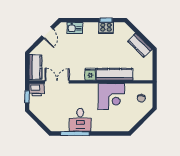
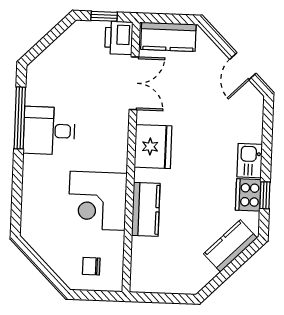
kitchen sink: (75, 28) -> (250, 161), moved
door: (47, 33) -> (243, 66), hinge flipped
kitchen counter: (140, 45) -> (230, 246), moved
fridge: (90, 74) -> (153, 147), width x1.88, depth x1.34
kitchen counter: (114, 74) -> (146, 209), width x0.67

